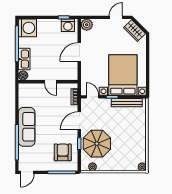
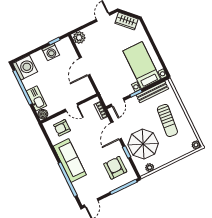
washing machine: (68, 25) -> (51, 52), moved
bed with nightstands: (123, 75) -> (142, 65), width x0.73
armchair: (34, 95) -> (62, 128), added
door: (92, 97) -> (118, 102), swing flipped
sun lounger: (128, 134) -> (167, 120), added

